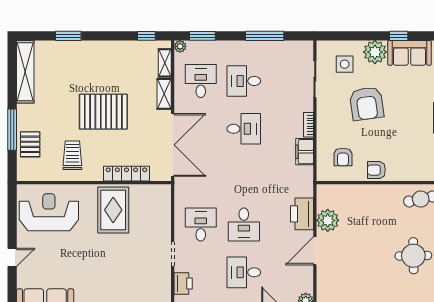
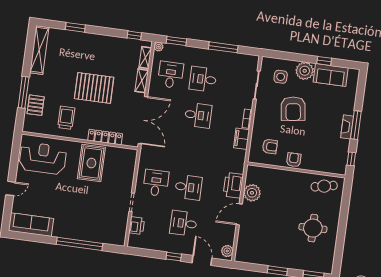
armchair: (343, 157) -> (270, 146), turned -90
armchair: (376, 170) -> (294, 160), turned 90
desk: (244, 224) -> (188, 187), turned -90

